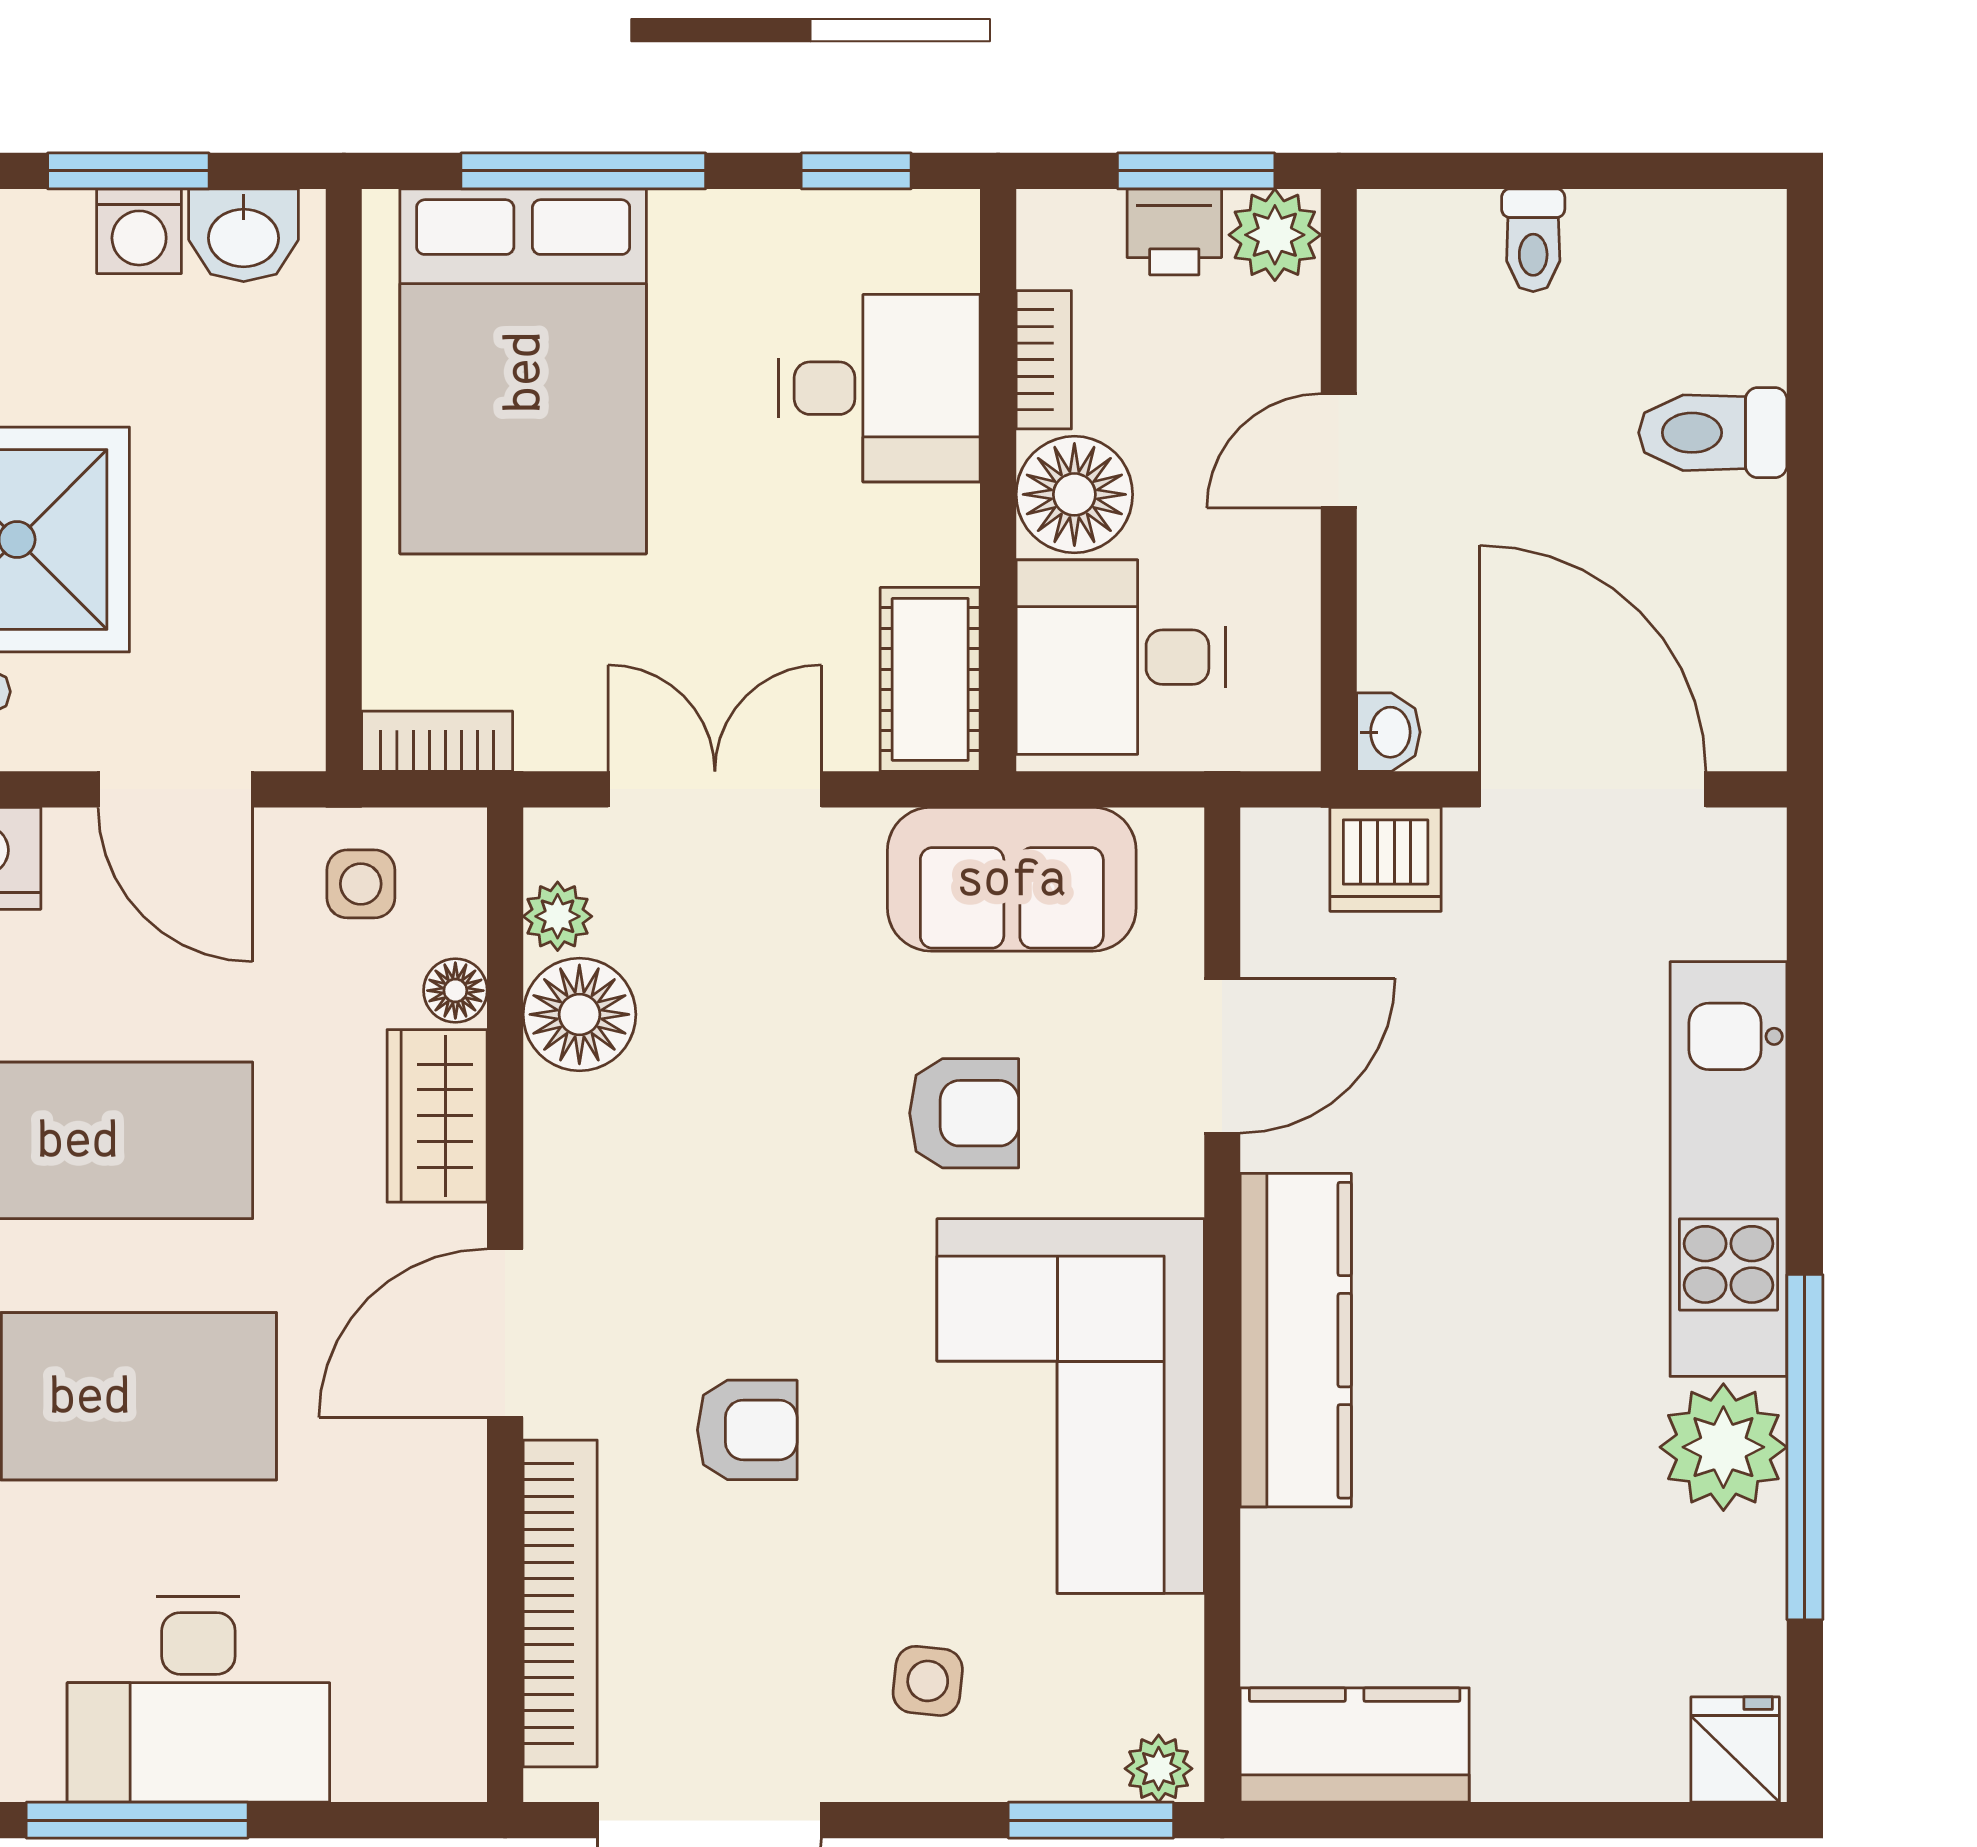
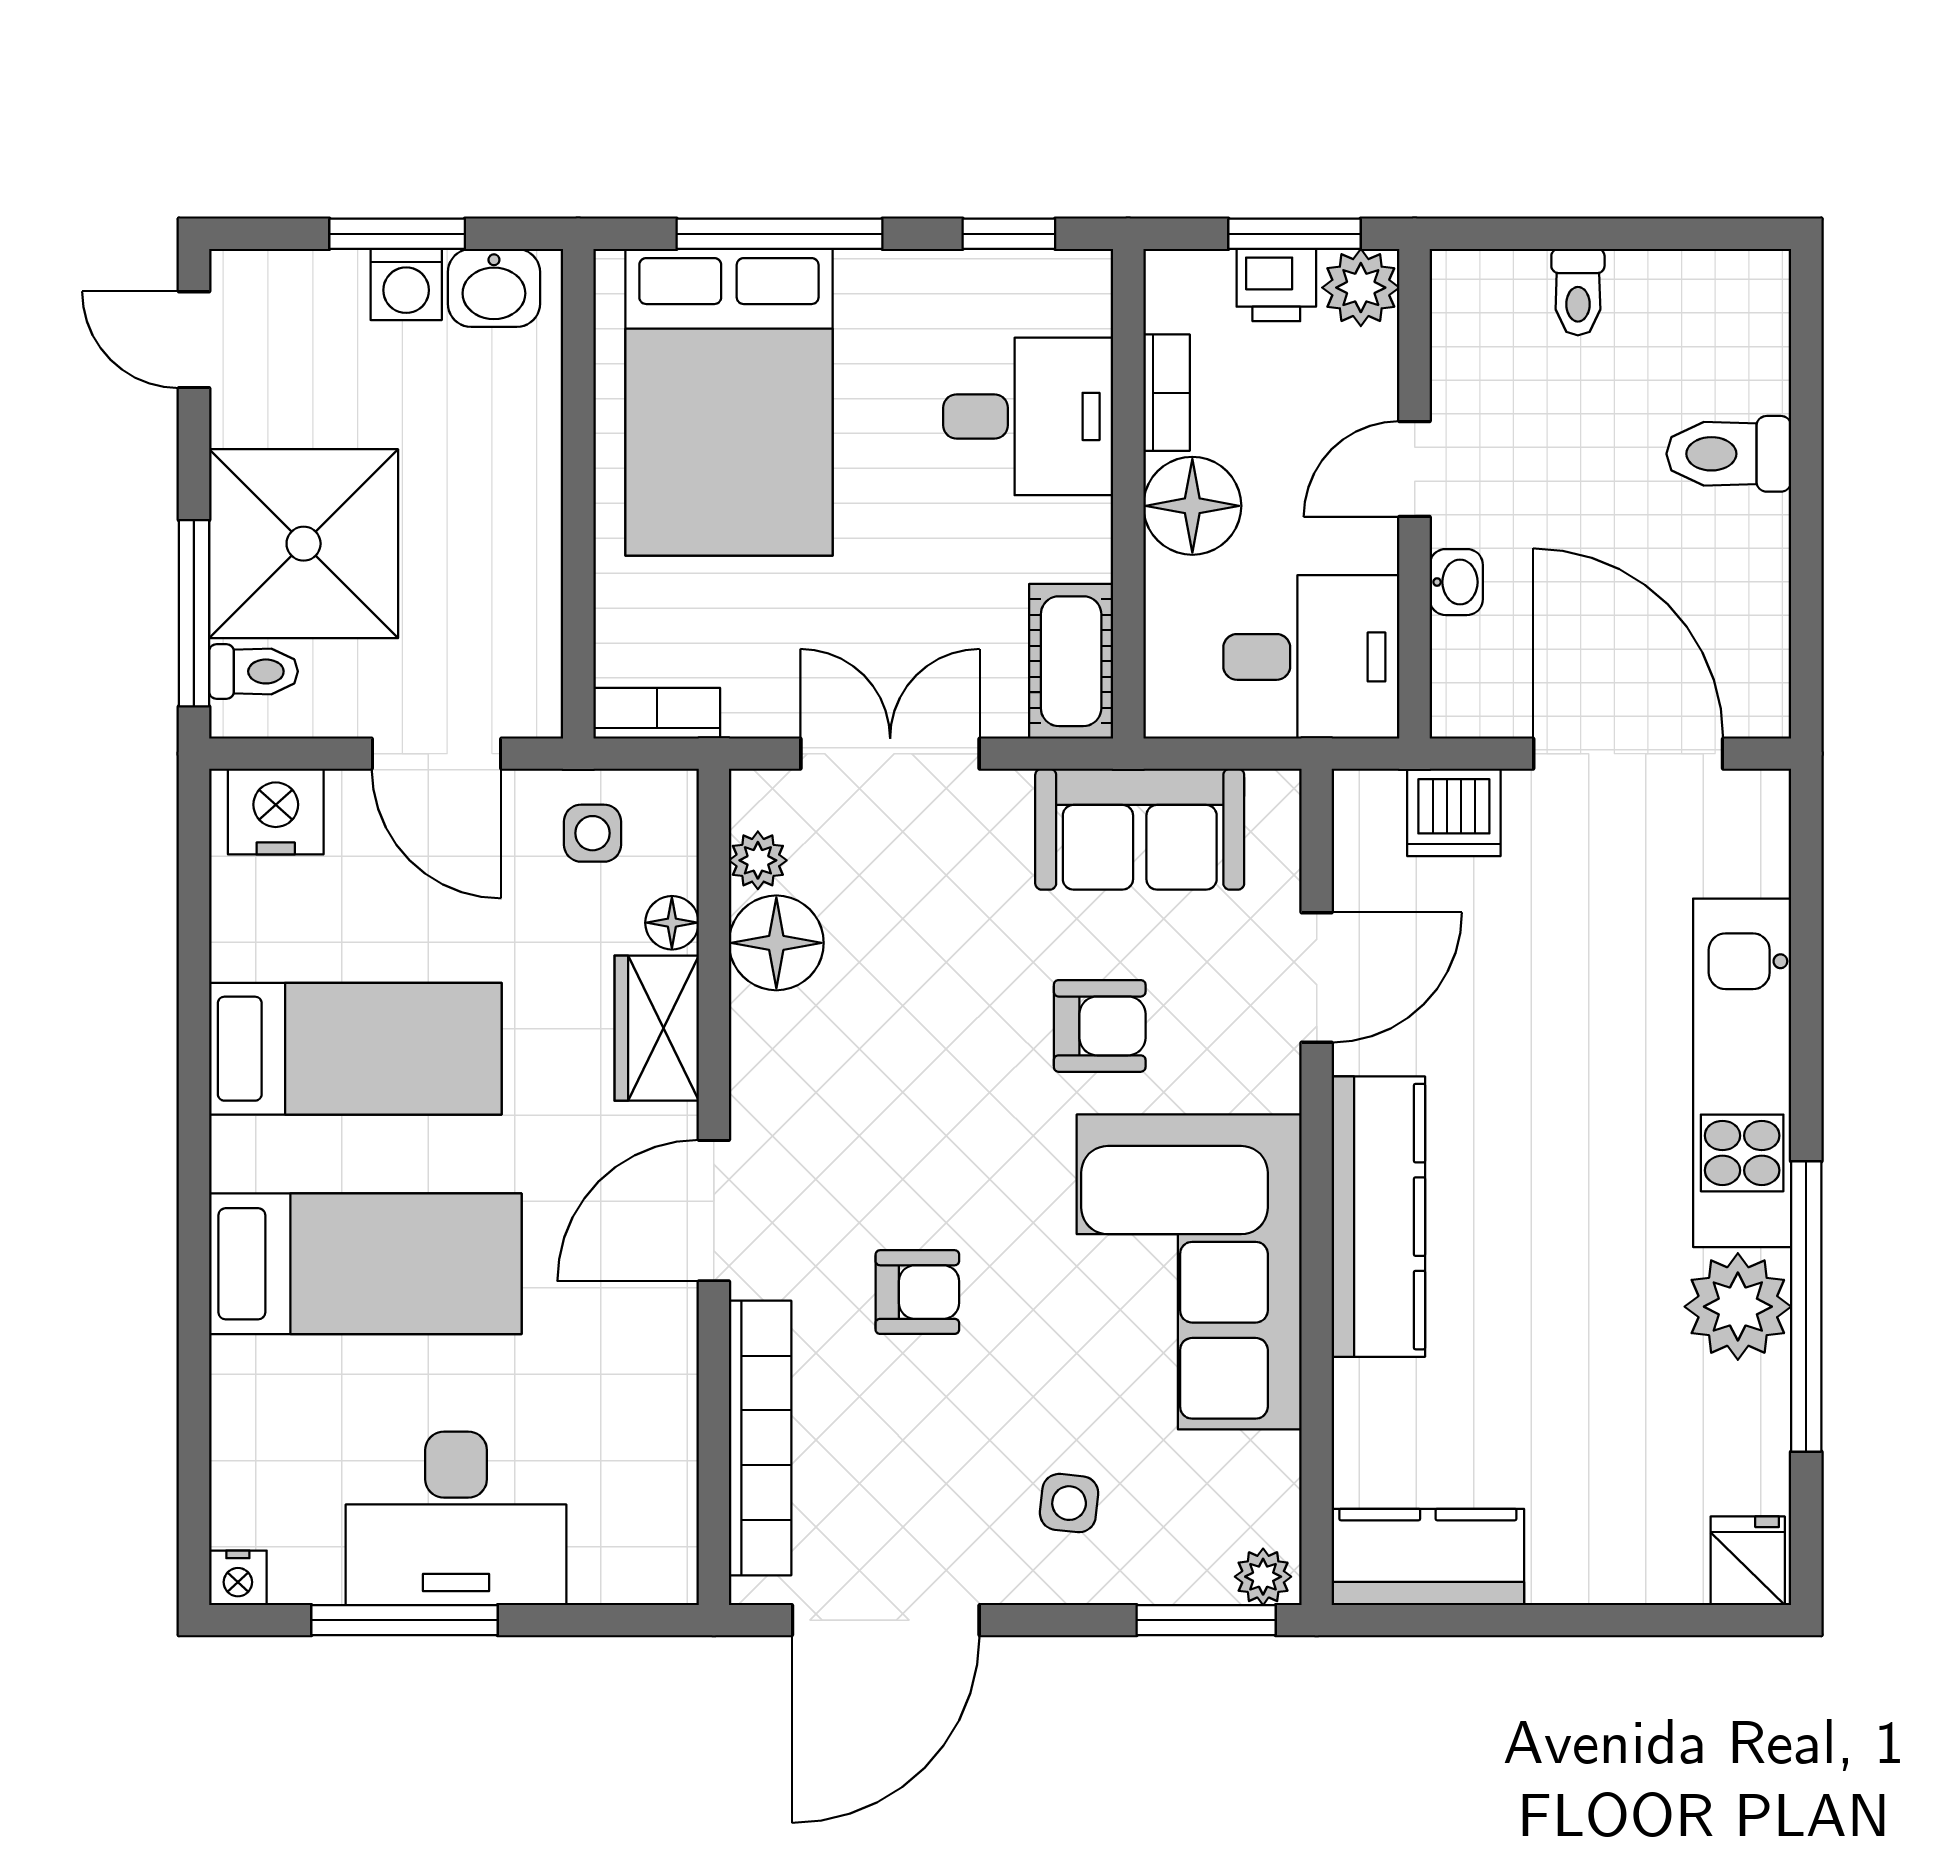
desk: (1121, 657) -> (1311, 657), moved, turned 180
washbasin: (1388, 732) -> (1456, 582), moved

